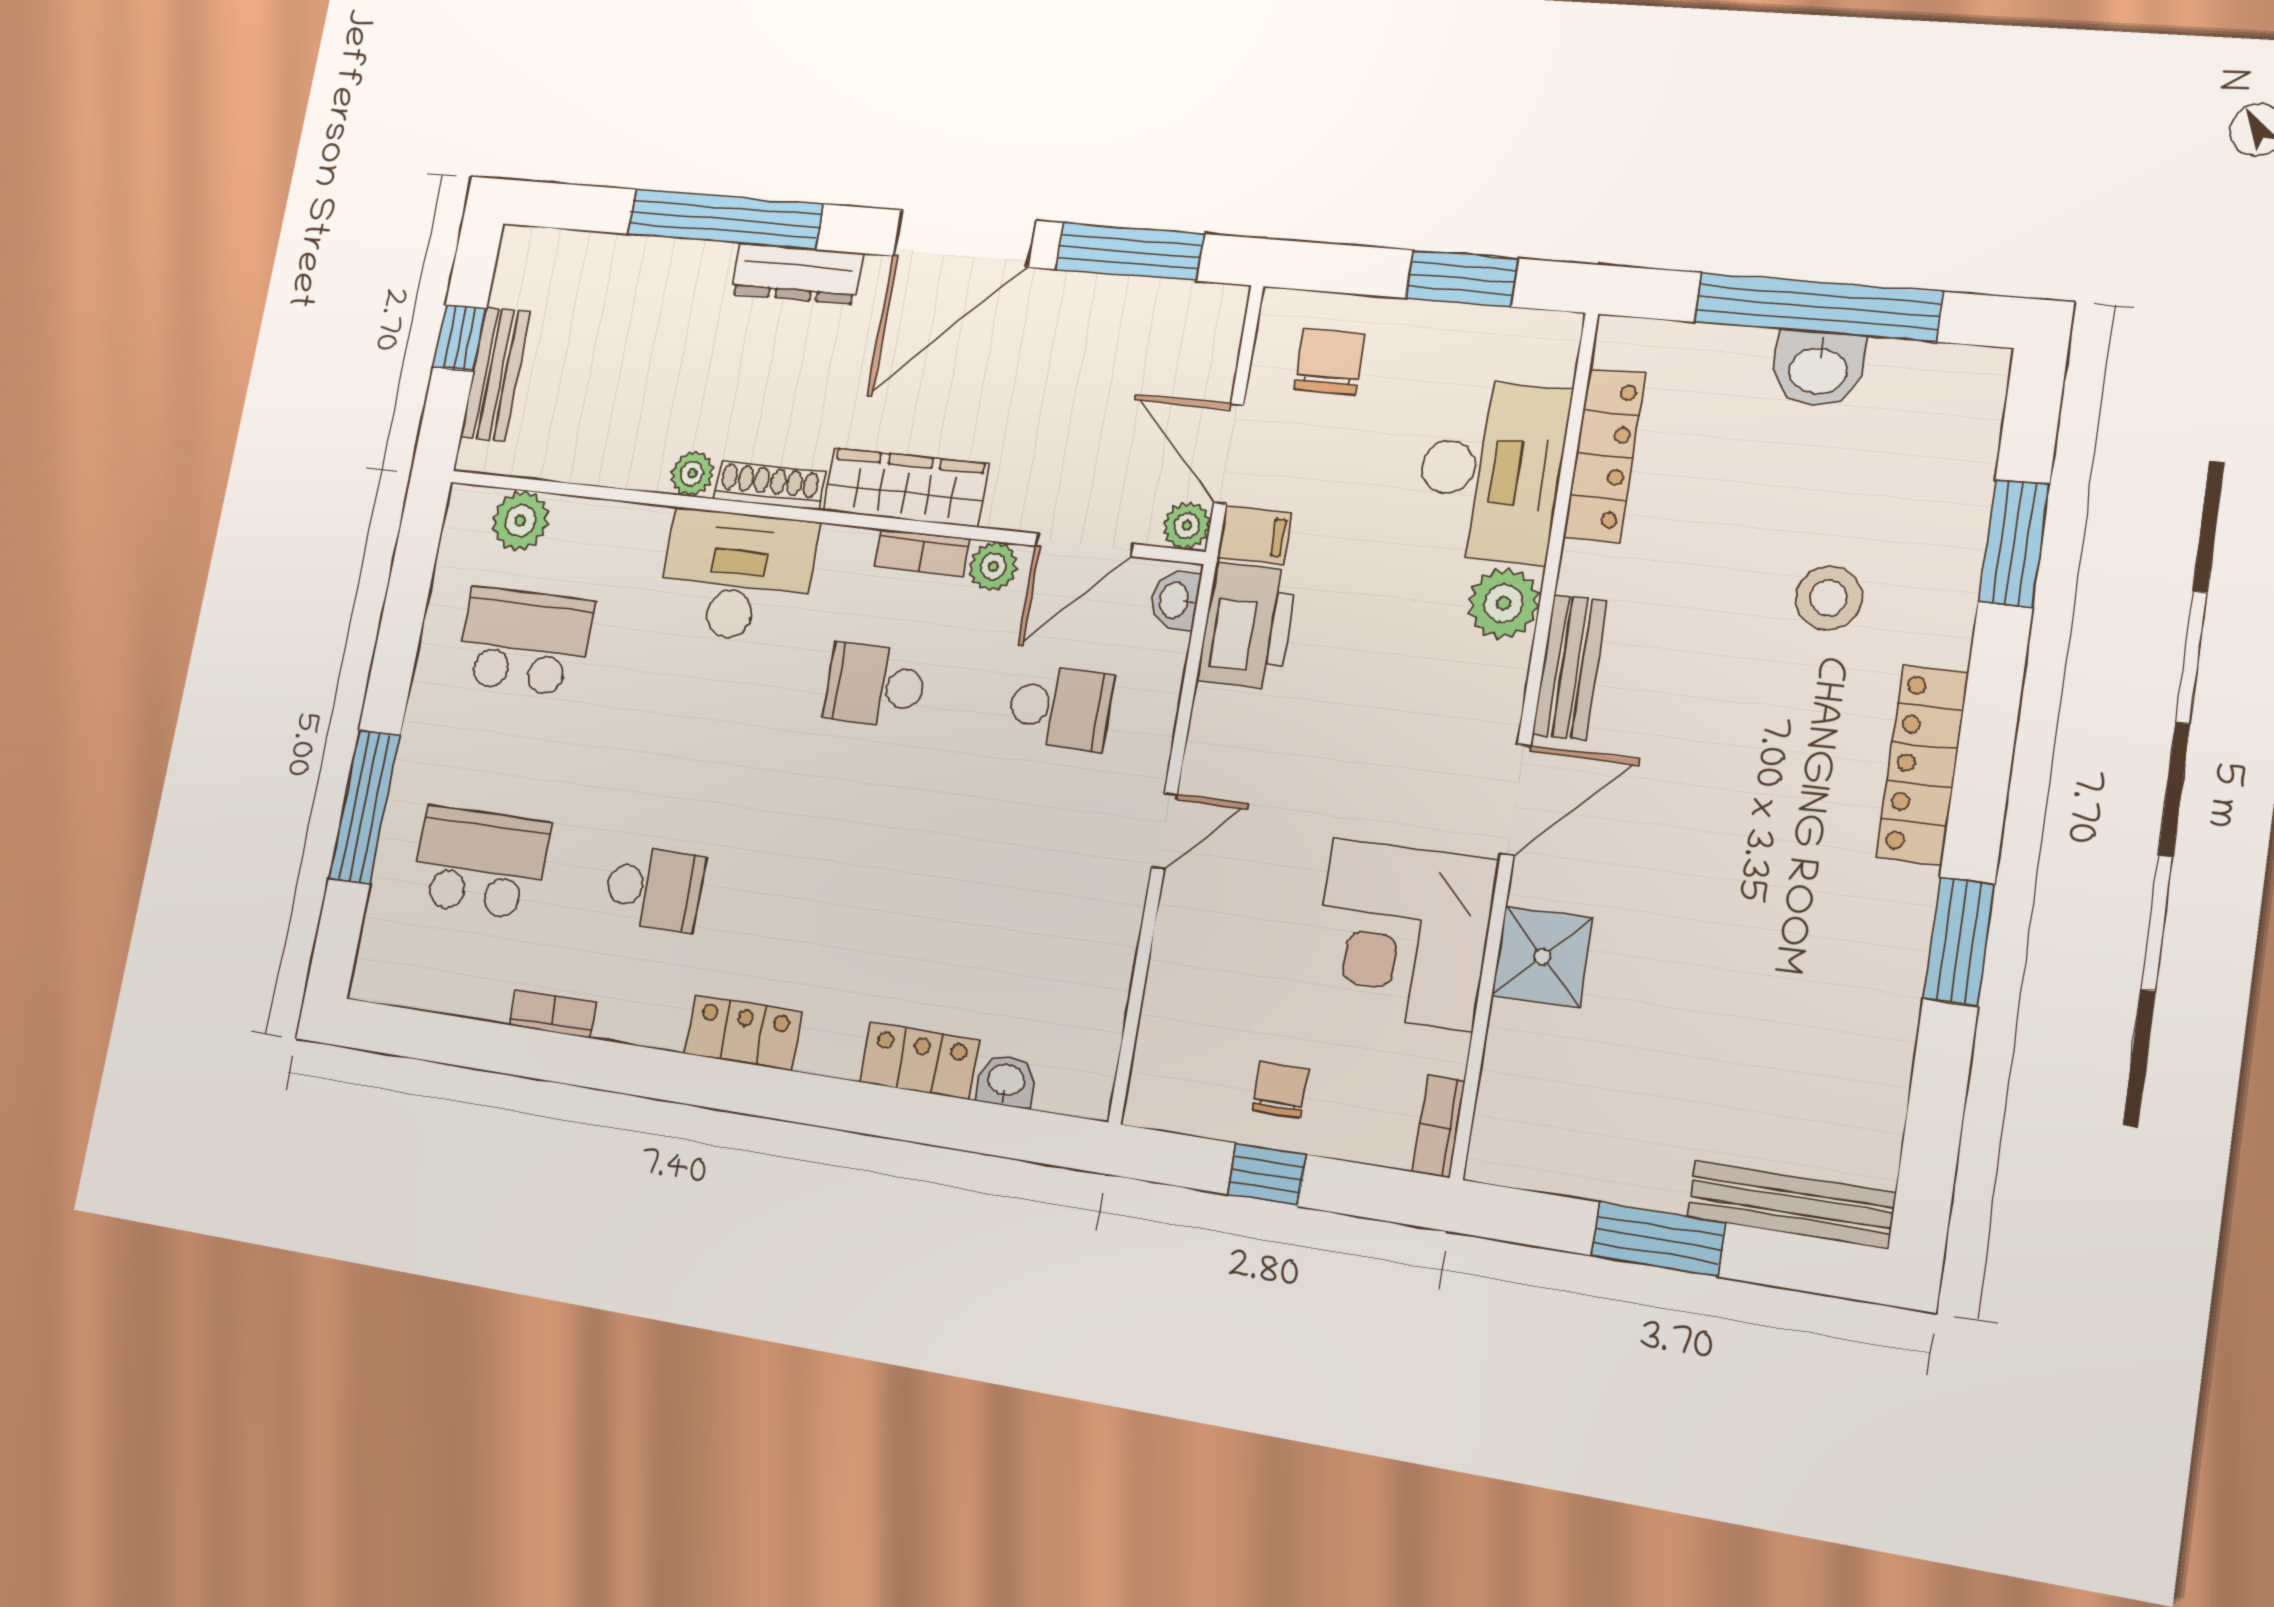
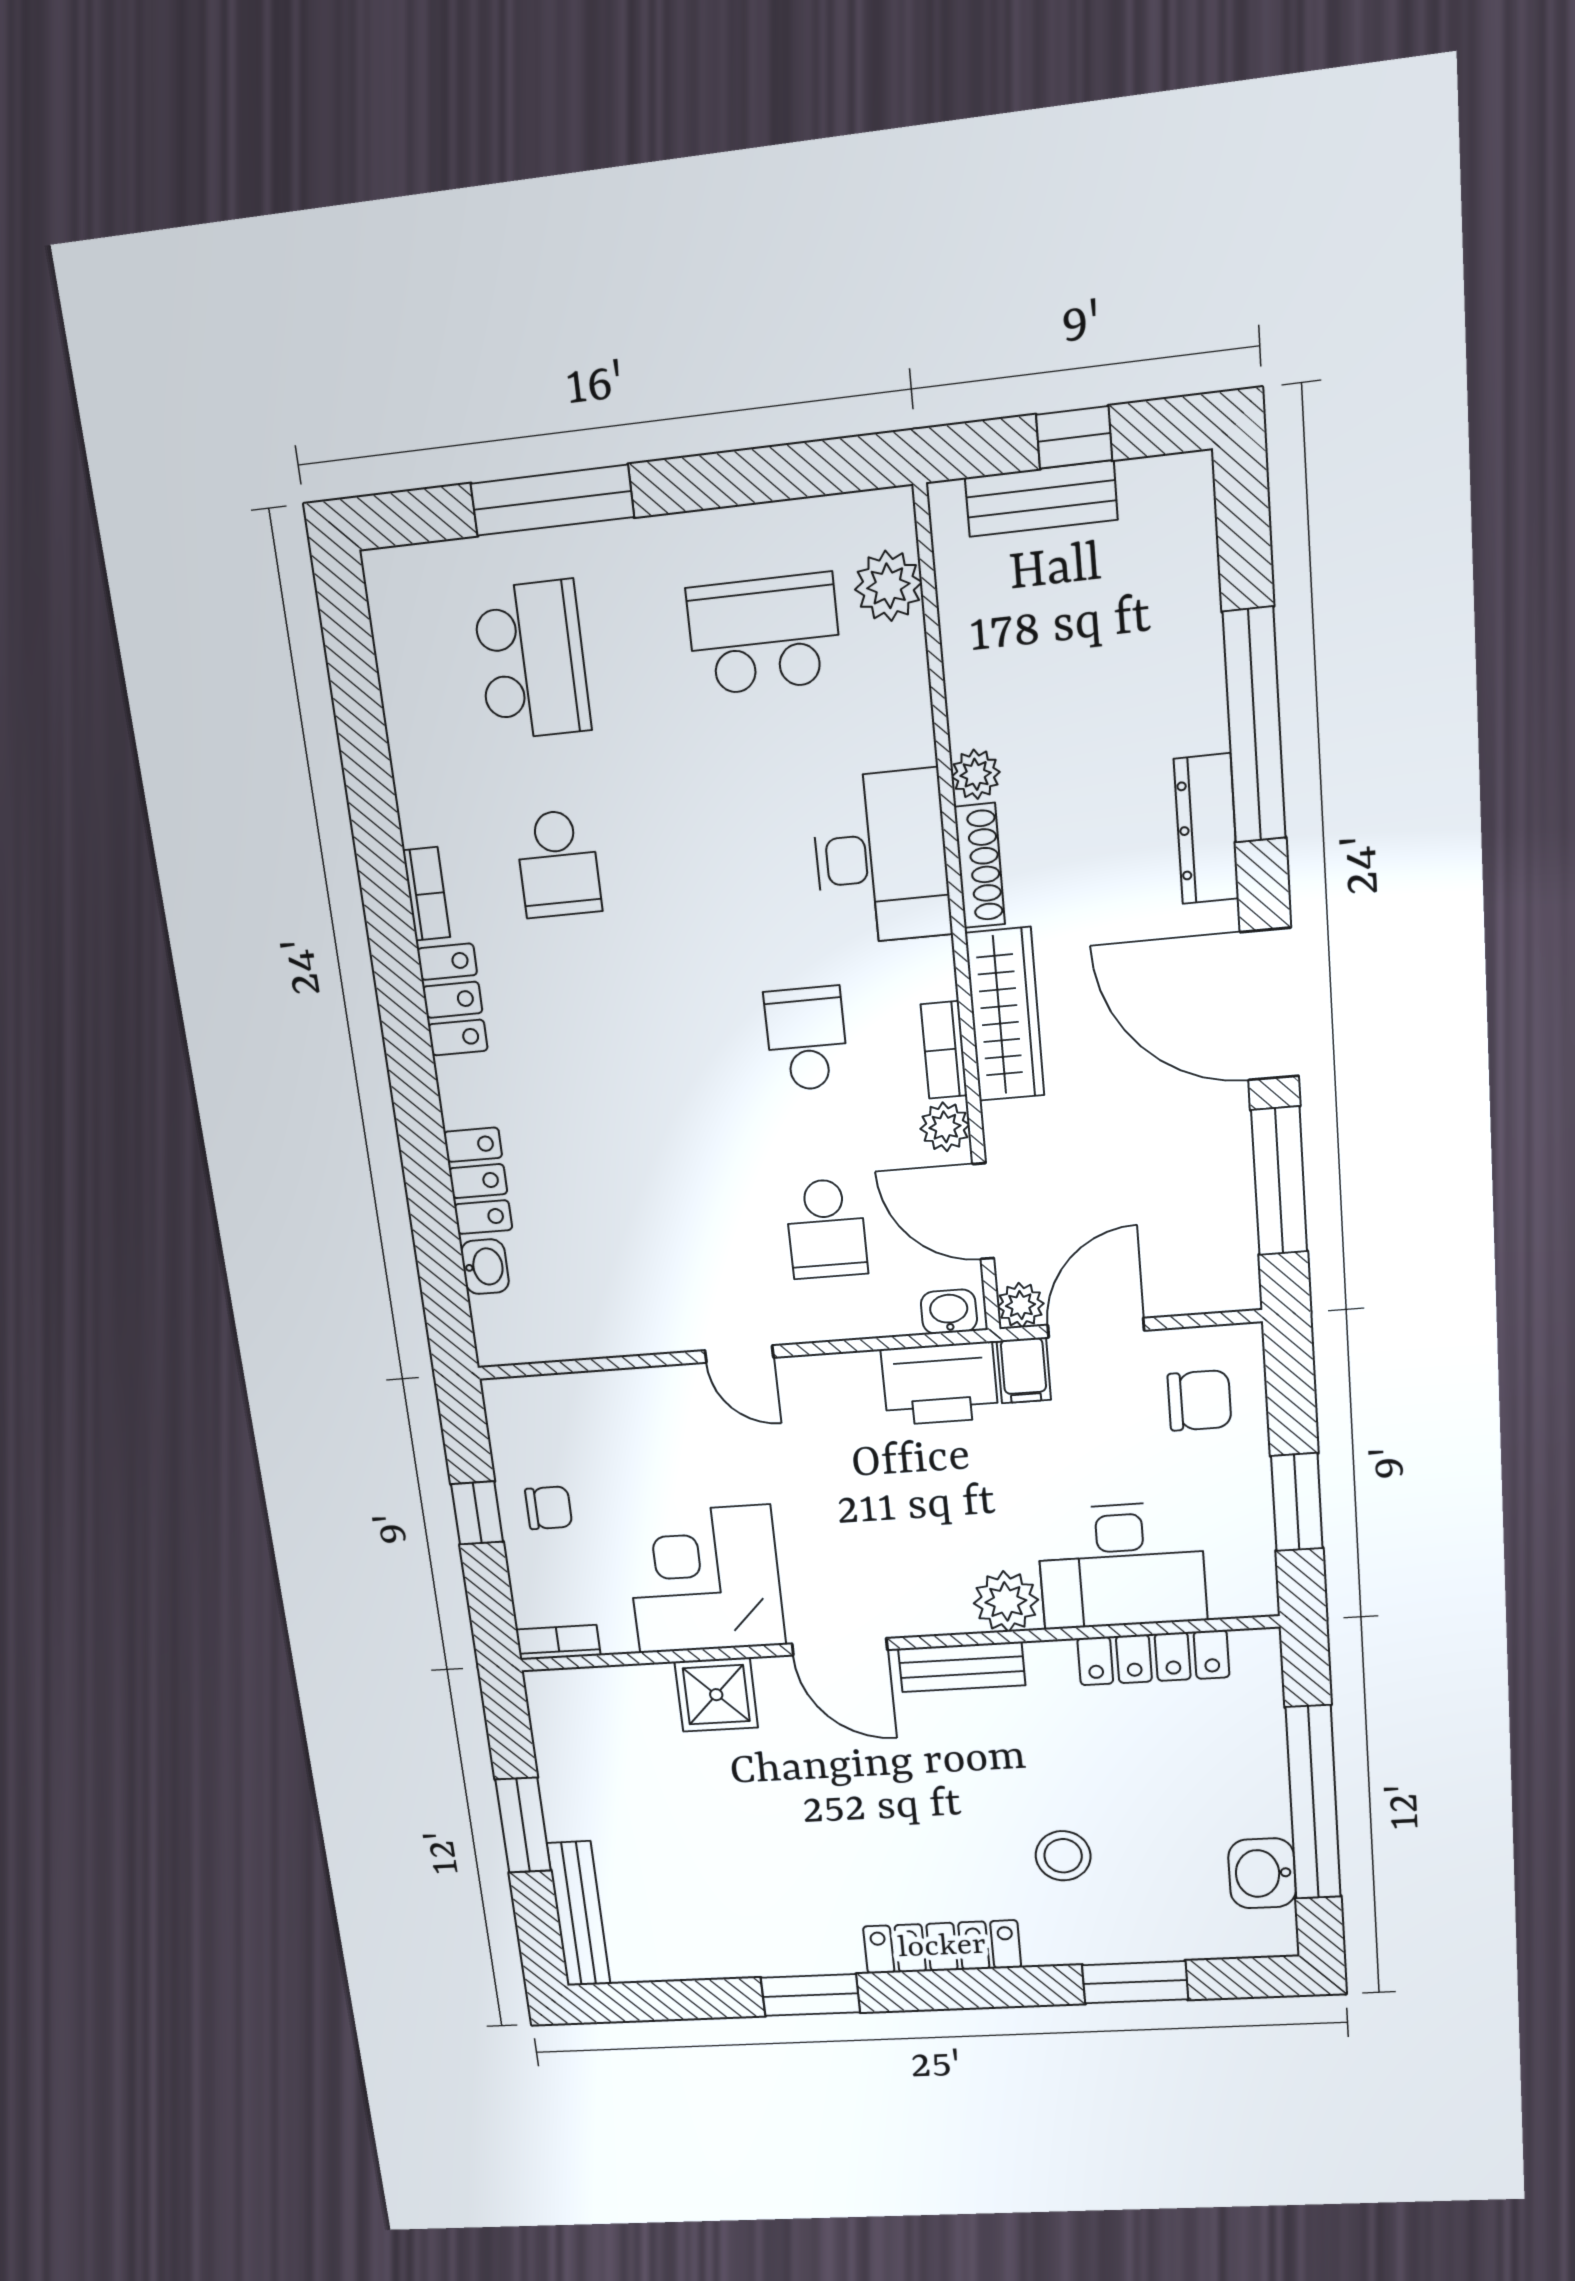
washbasin: (1818, 369) -> (1262, 1873), moved
school desk: (524, 641) -> (764, 634), turned -90
bookcase: (553, 1014) -> (427, 894), moved

